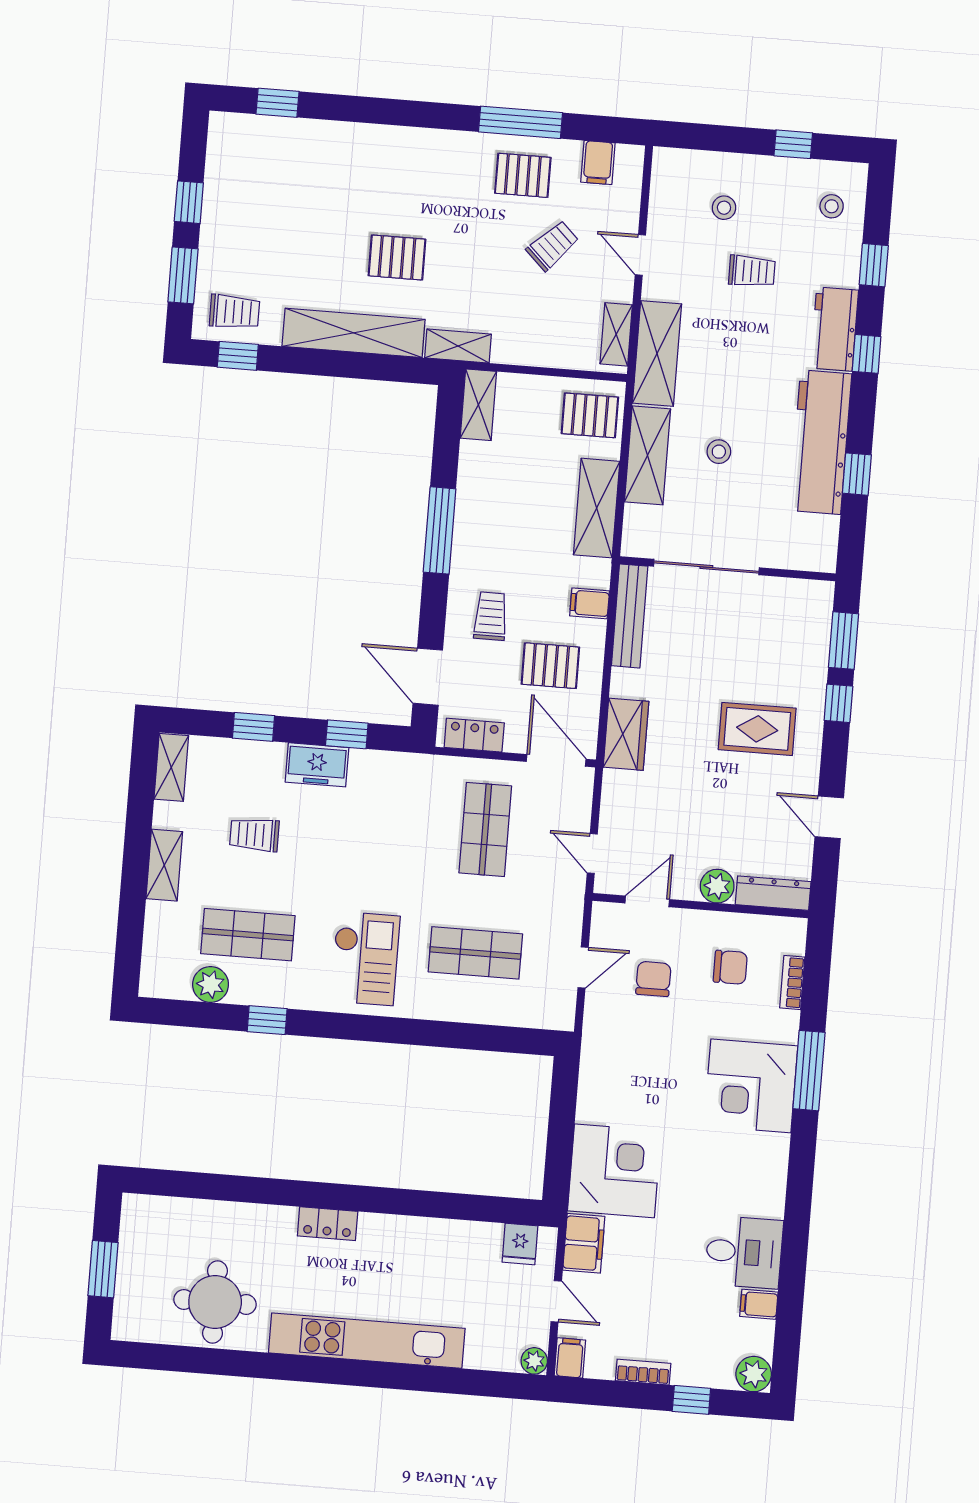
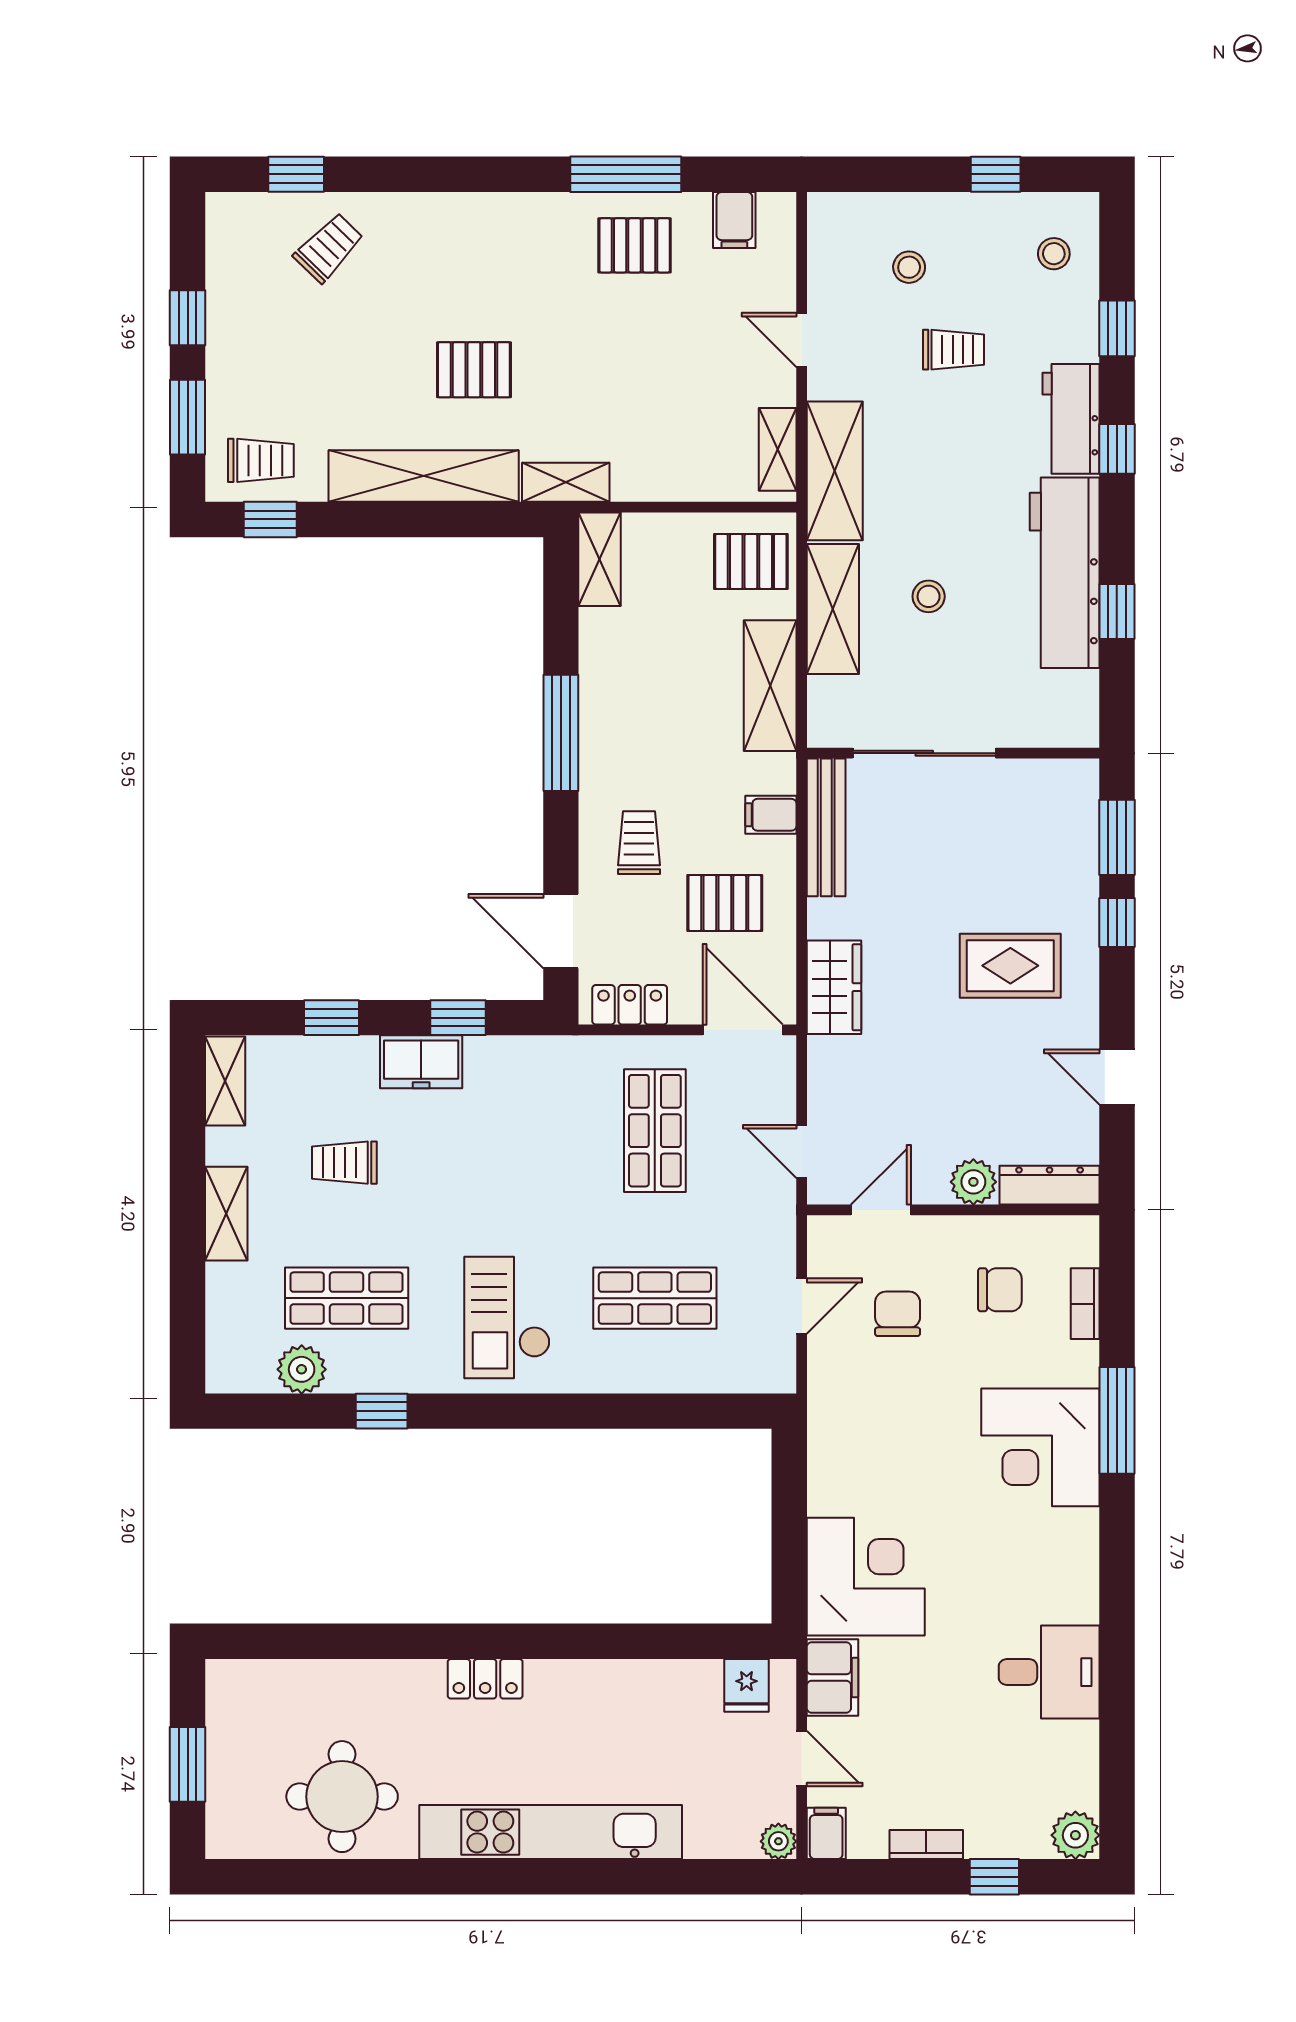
trolley: (553, 246) -> (329, 248), moved
checkout: (365, 959) -> (507, 1318), turned 180
filing cabinet: (759, 1304) -> (1075, 1741), removed

